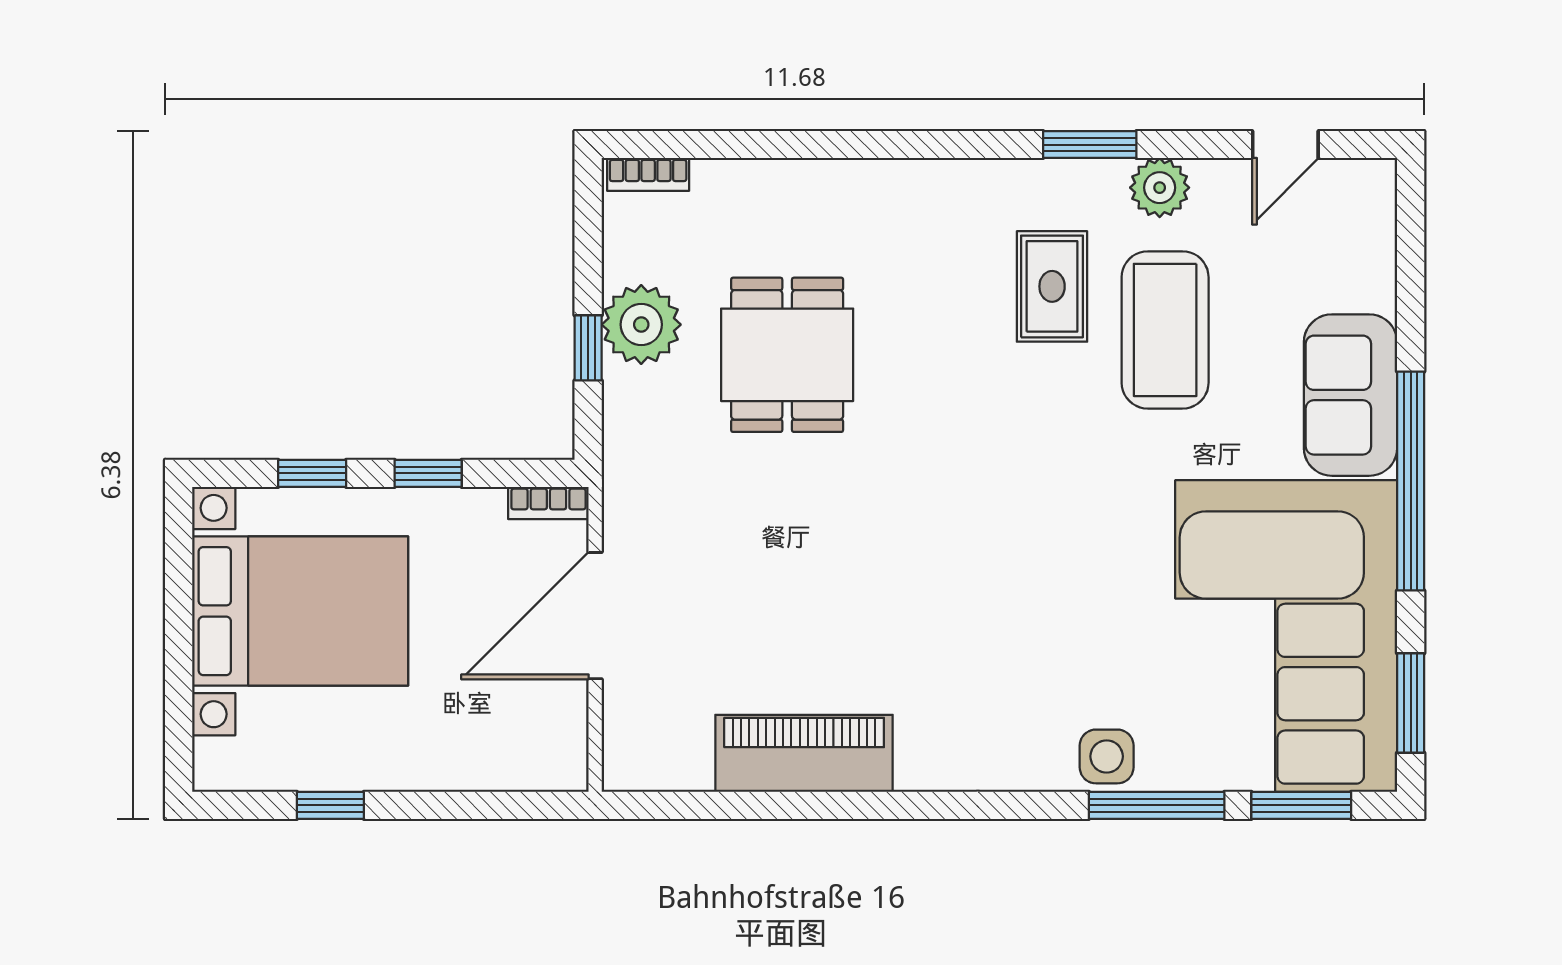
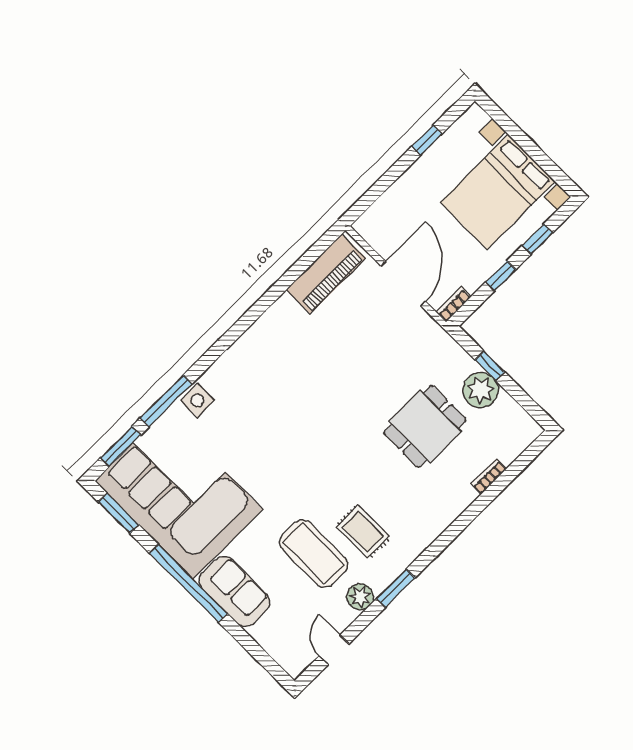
bookcase: (648, 174) -> (489, 476), moved
dining table: (787, 355) -> (425, 426), turned 90
piano: (804, 753) -> (326, 274), moved

